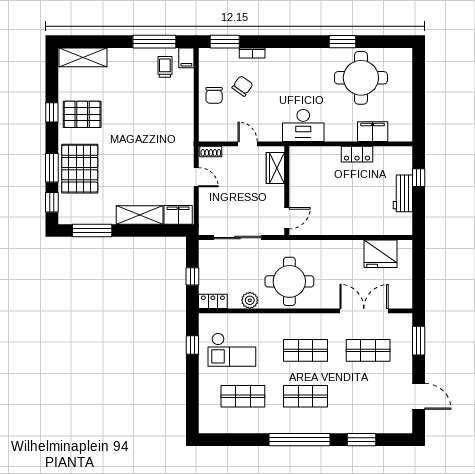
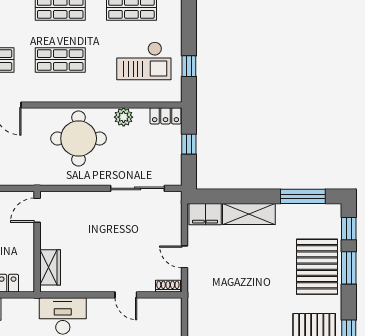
wardrobe: (275, 168) -> (50, 267), moved
wall: (287, 191) -> (37, 242), moved
door: (287, 218) -> (37, 210), moved
checkout: (232, 350) -> (144, 61), turned 180

